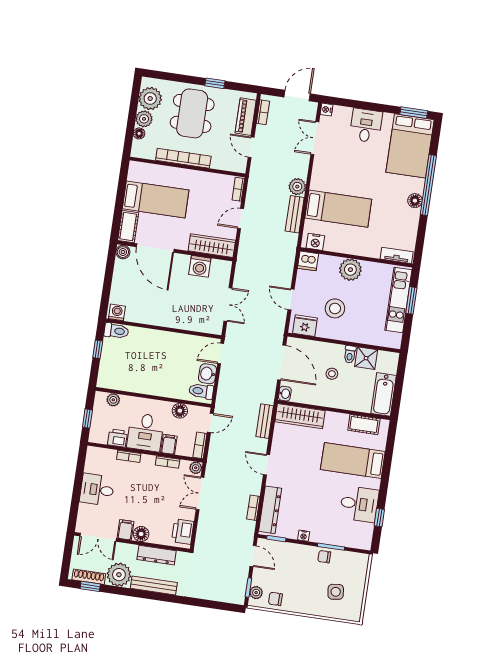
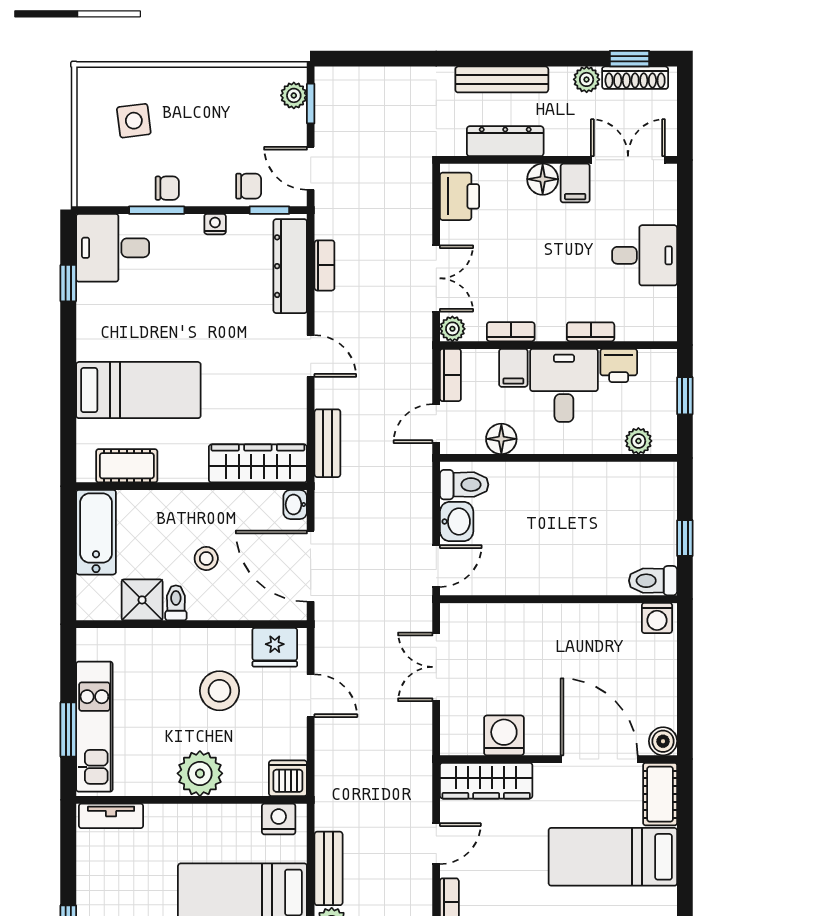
desk: (359, 504) -> (113, 248), moved
plant: (119, 575) -> (587, 79), width x0.53, depth x0.53
chair: (275, 599) -> (249, 186), moved

